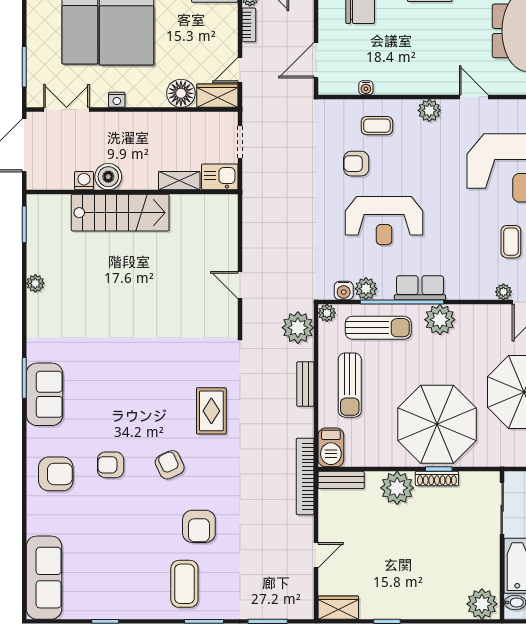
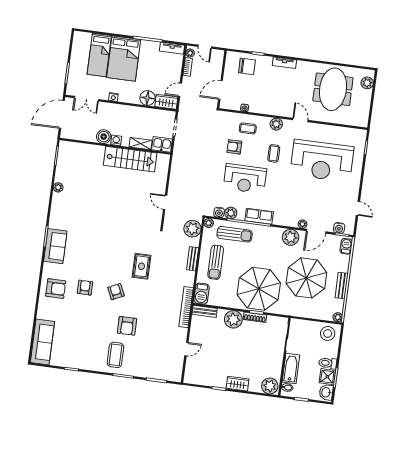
double door: (67, 110) -> (86, 99), swing flipped
washing machine: (84, 181) -> (116, 140), moved
stairs: (120, 213) -> (130, 159), moved
coffee table: (511, 242) -> (274, 153), moved
plant: (440, 320) -> (291, 237), moved
armchair: (111, 465) -> (85, 288), turned 90
wardrobe: (338, 608) -> (238, 384), moved

